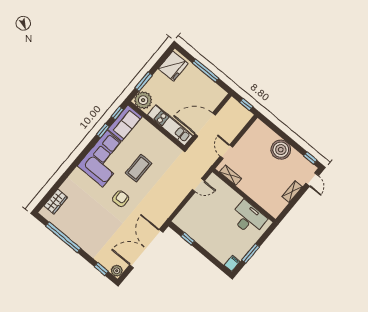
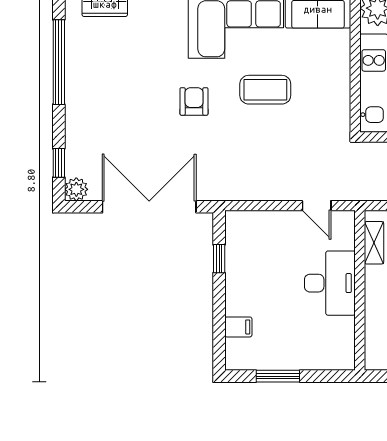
armchair: (121, 199) -> (194, 101), turned -88
desk: (248, 218) -> (330, 283), moved
filing cabinet: (232, 263) -> (238, 327), moved

